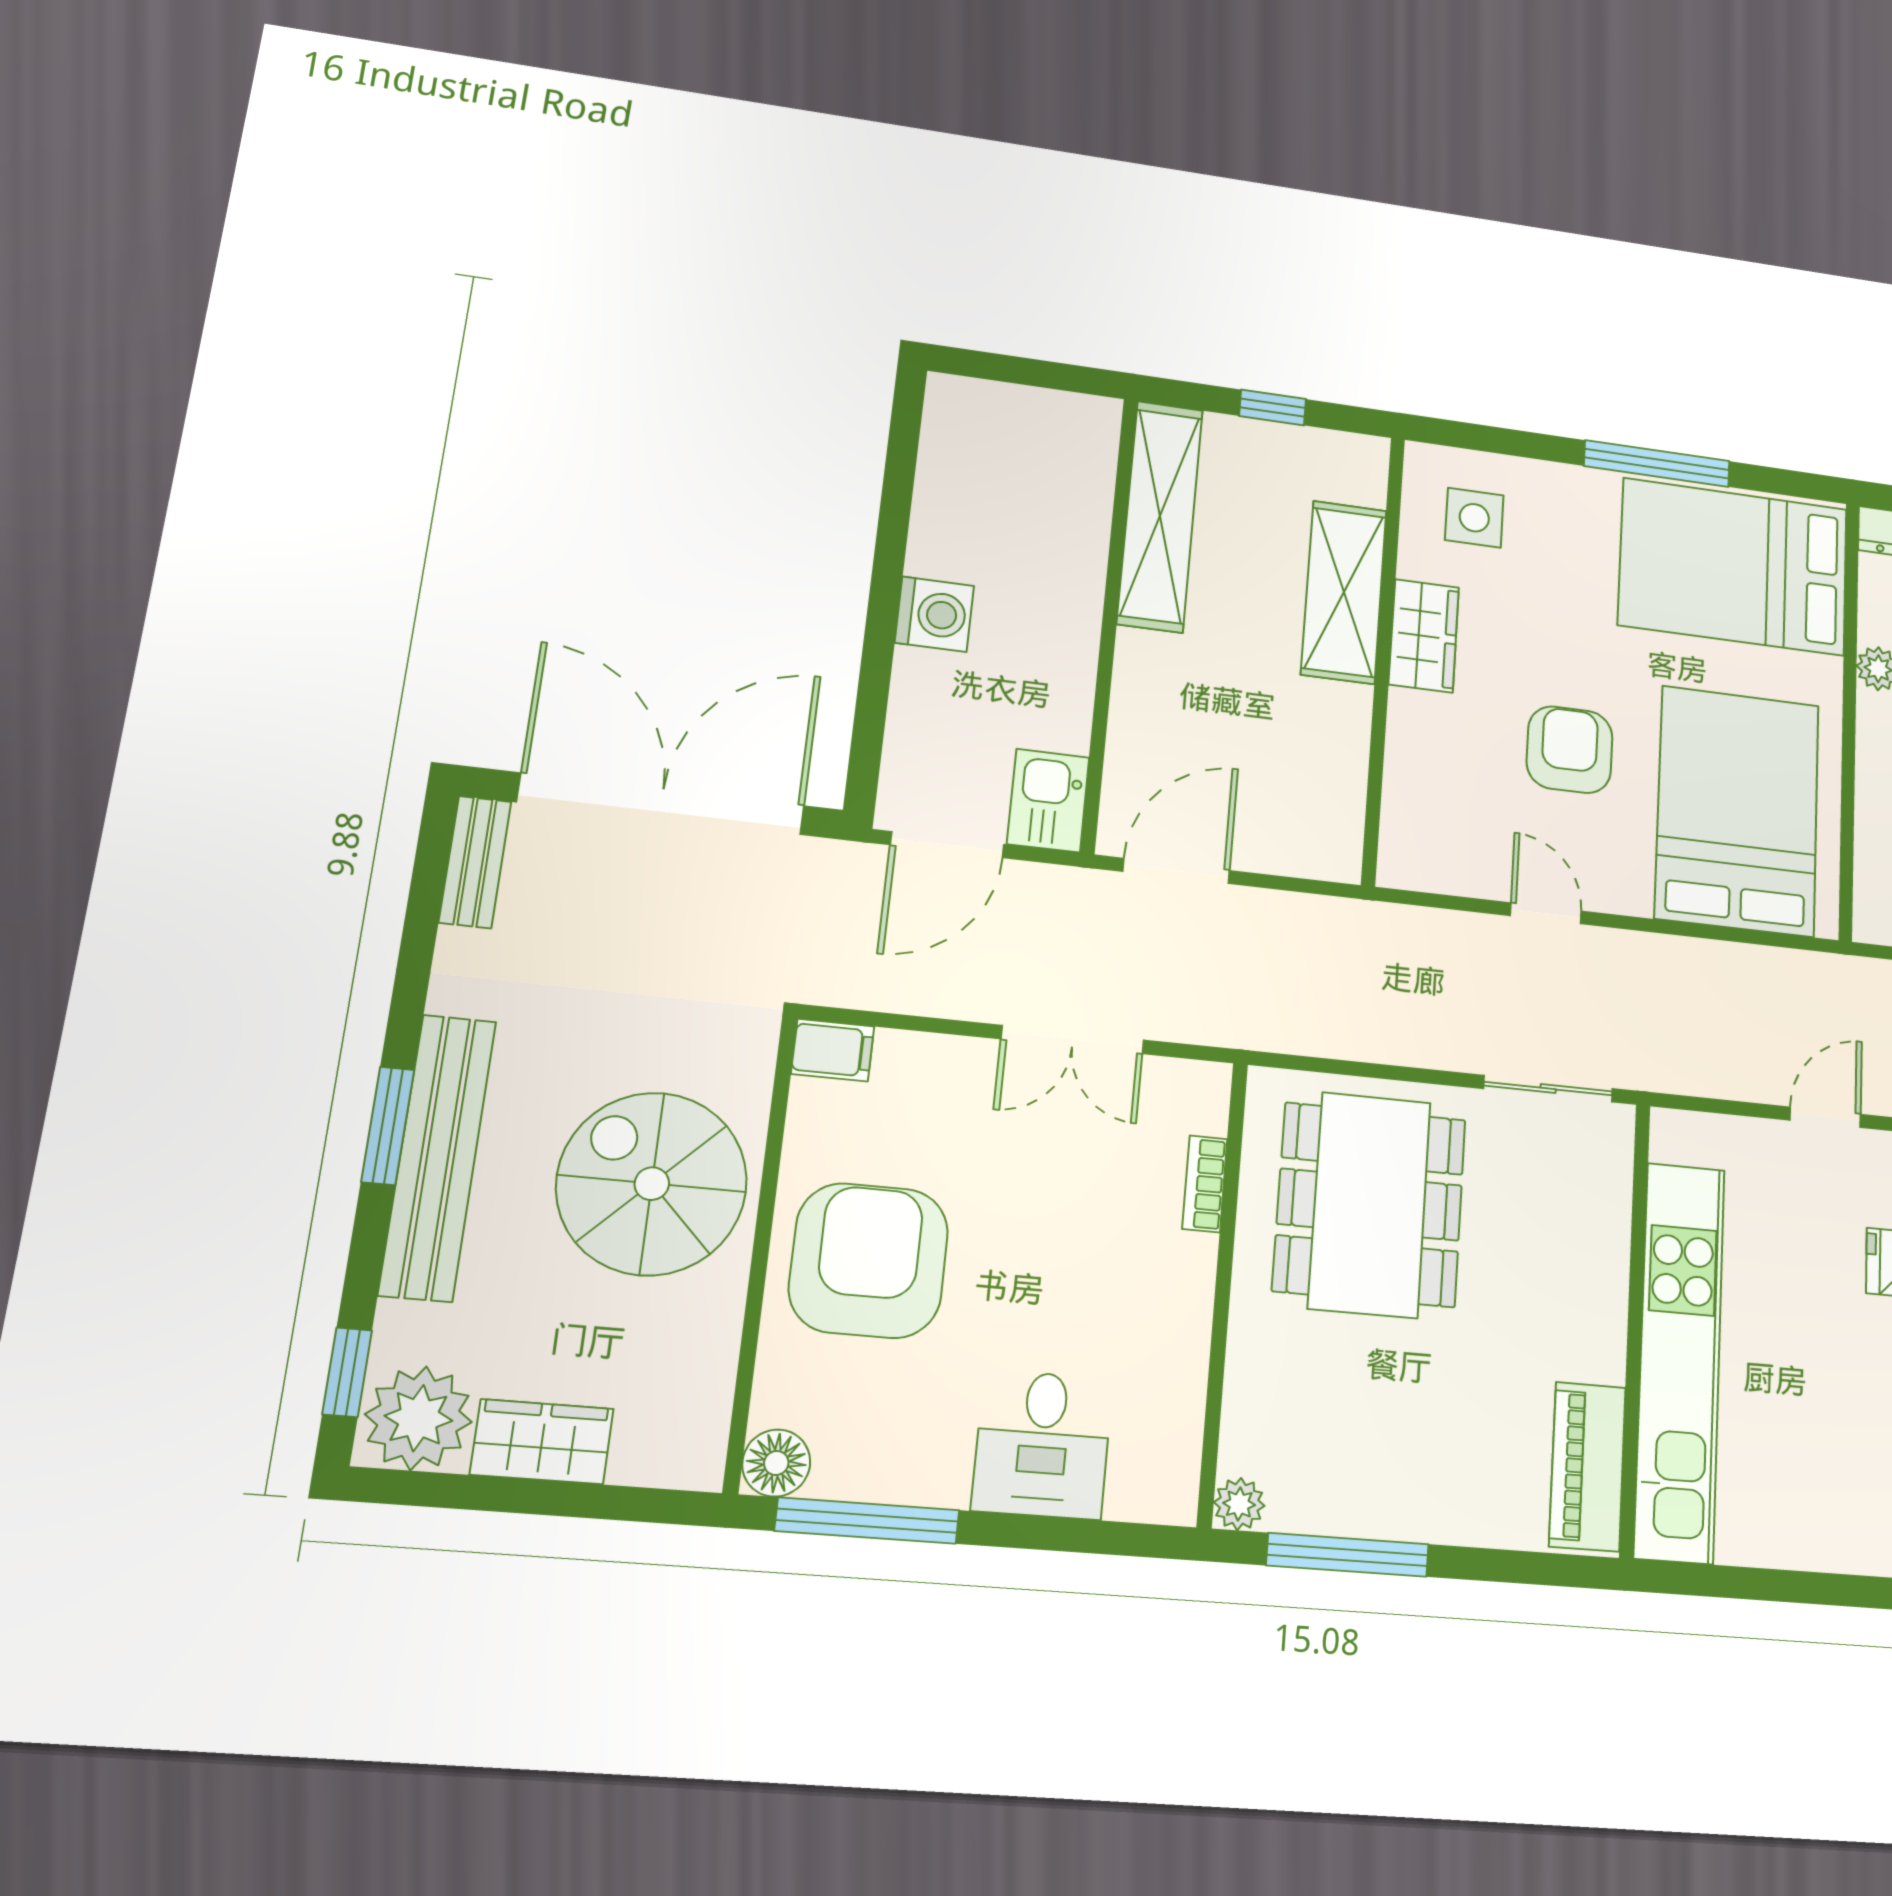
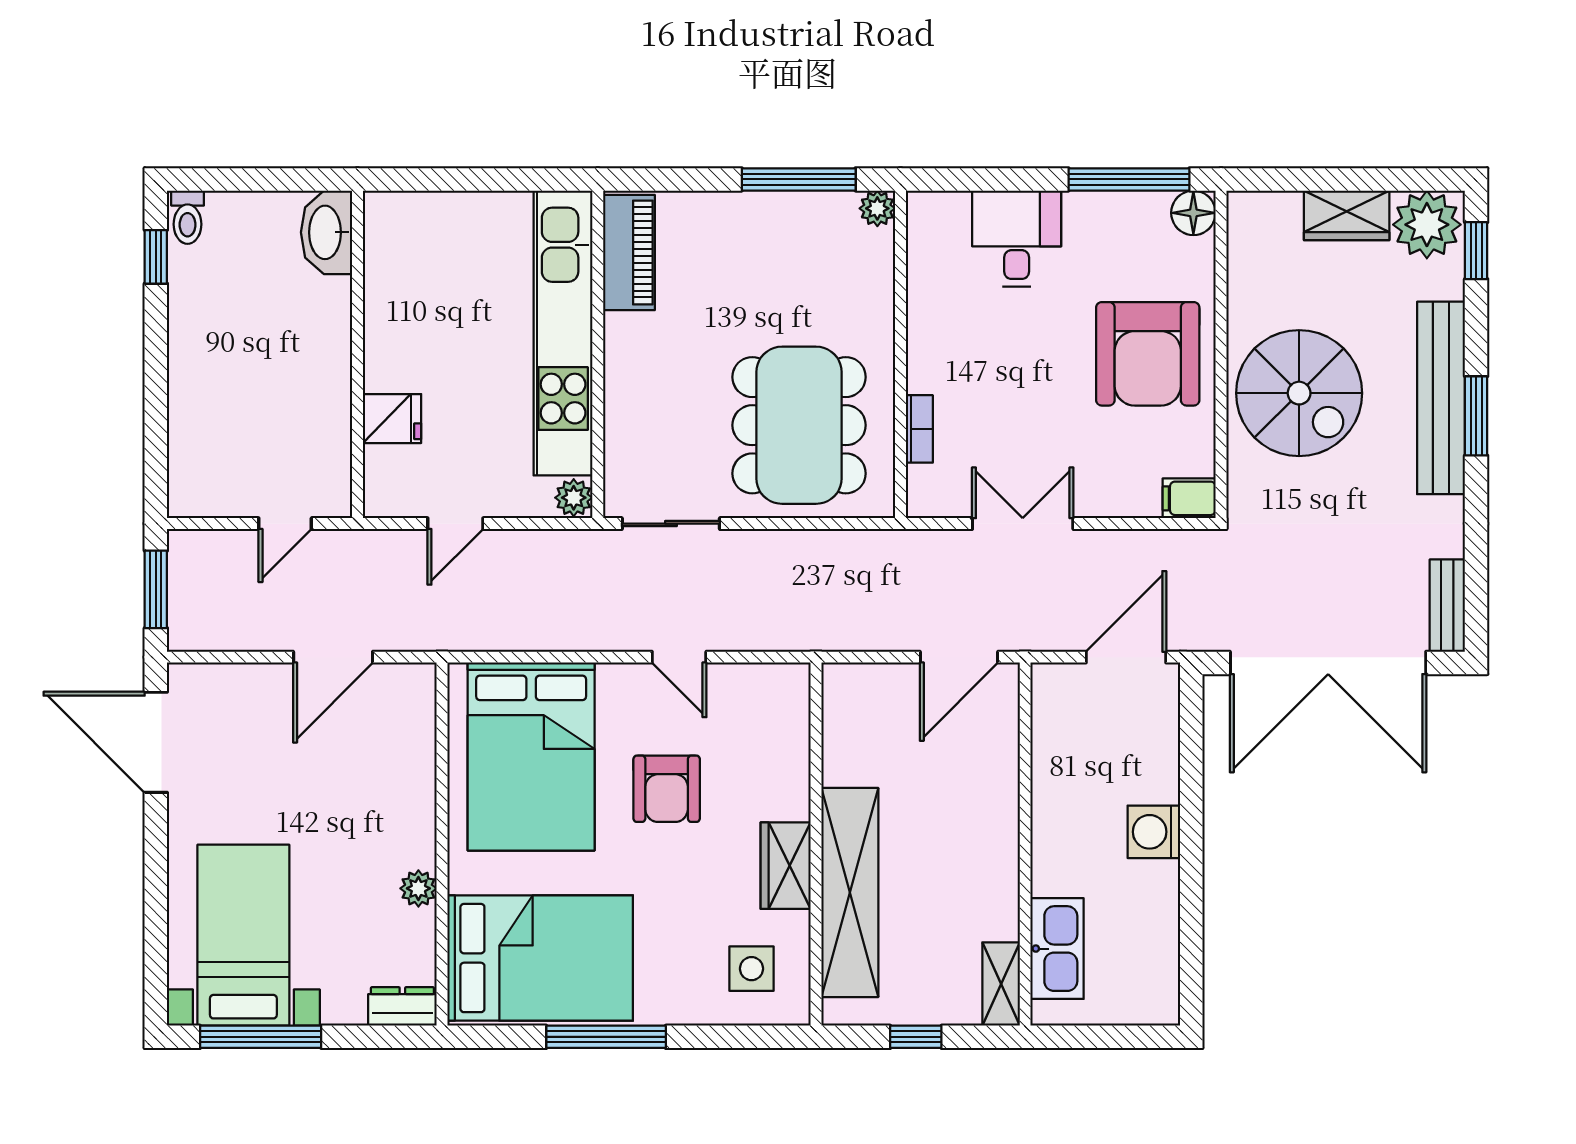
shelving: (1160, 516) -> (1001, 984), width x0.45, depth x0.75
shelving: (1344, 592) -> (850, 893), width x1.47
kitchen sink: (1048, 801) -> (1057, 949), moved, width x1.38
plant: (1673, 1136) -> (574, 498), added

